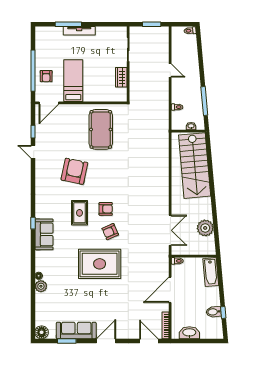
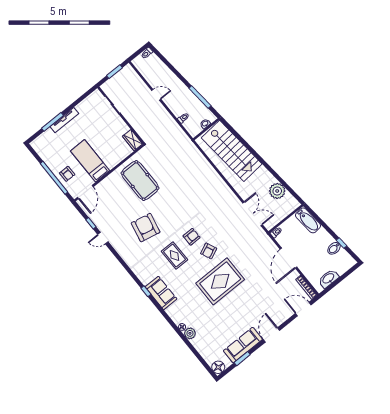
wardrobe: (121, 77) -> (133, 140), moved

